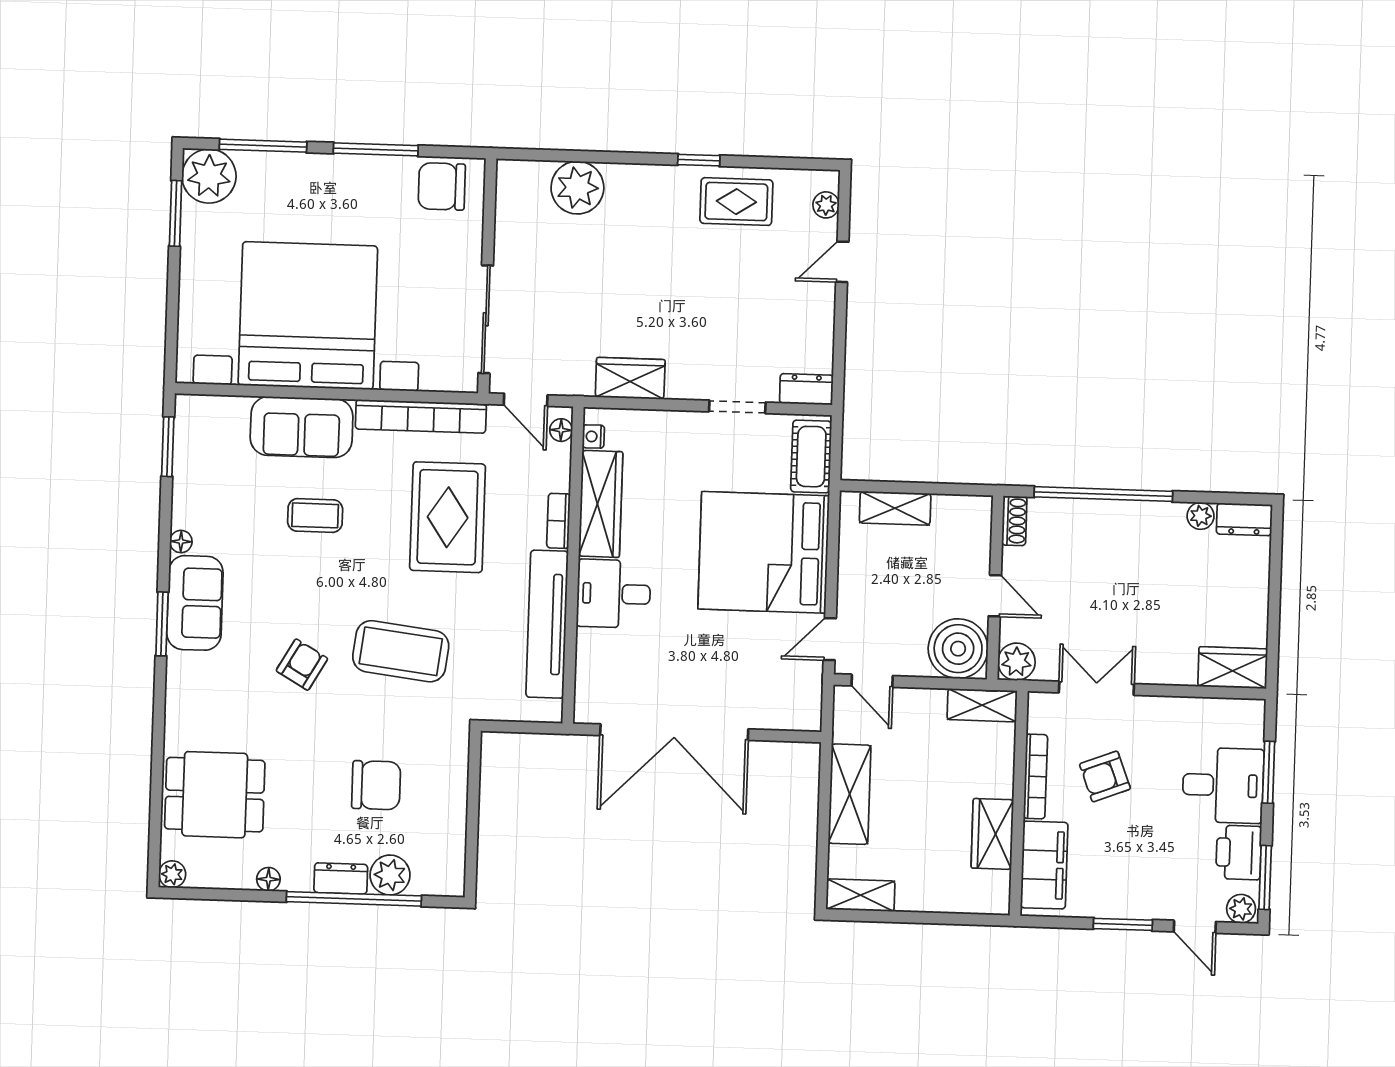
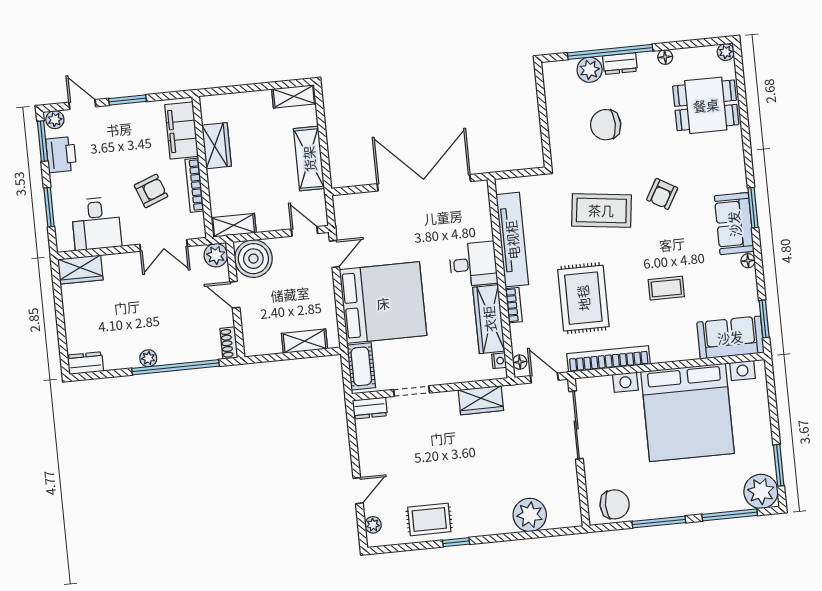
sofa: (302, 427) -> (730, 337), moved
plant: (1201, 516) -> (148, 358), moved
desk: (1223, 785) -> (96, 223), moved, turned -90

